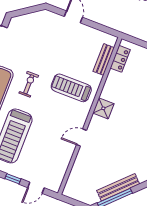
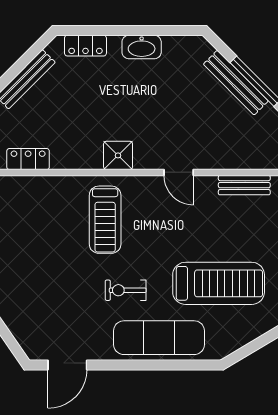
bench: (104, 59) -> (244, 185), moved

